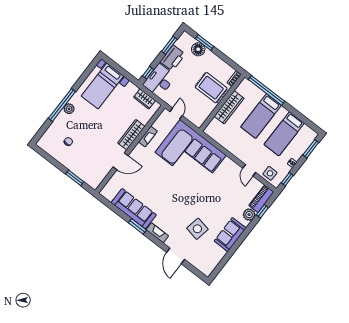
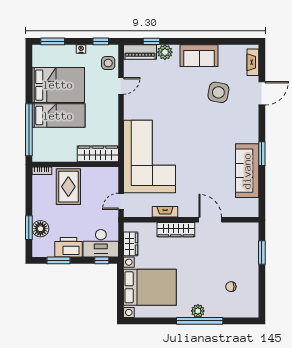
bed with nightstands: (102, 86) -> (150, 287), width x1.36
wardrobe: (229, 107) -> (98, 154), moved
bed: (284, 134) -> (58, 85), width x1.50
fireplace: (157, 233) -> (253, 62), moved

